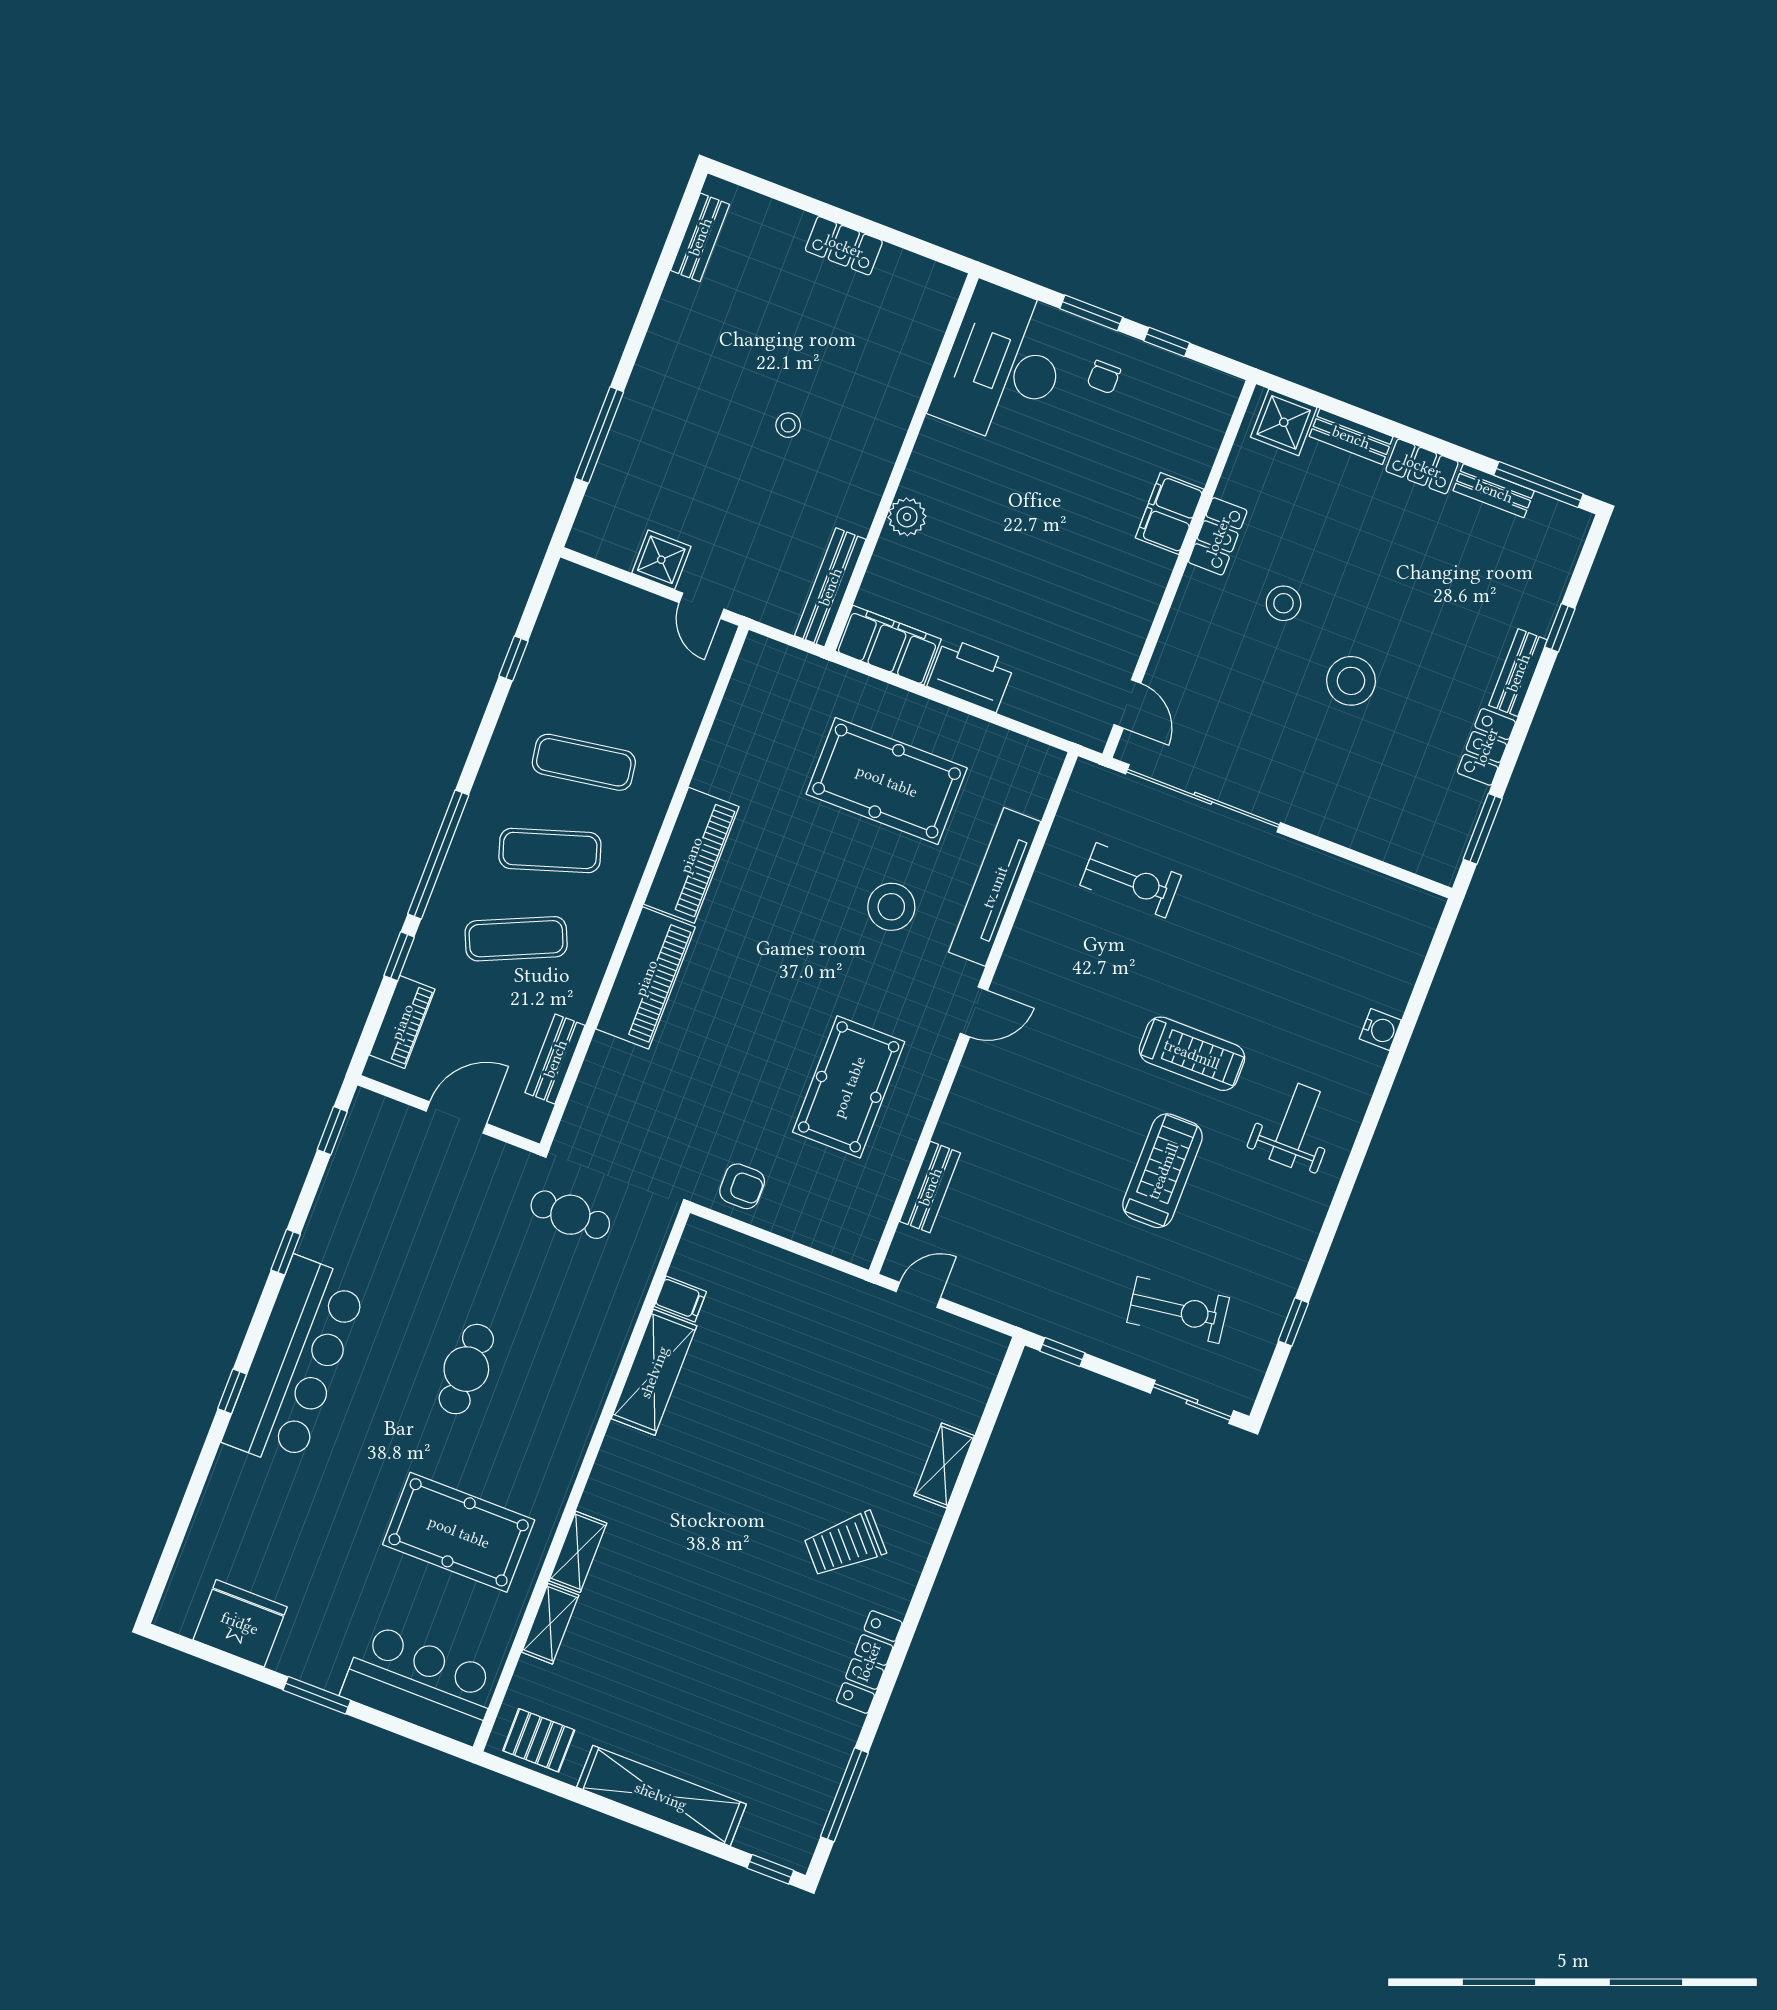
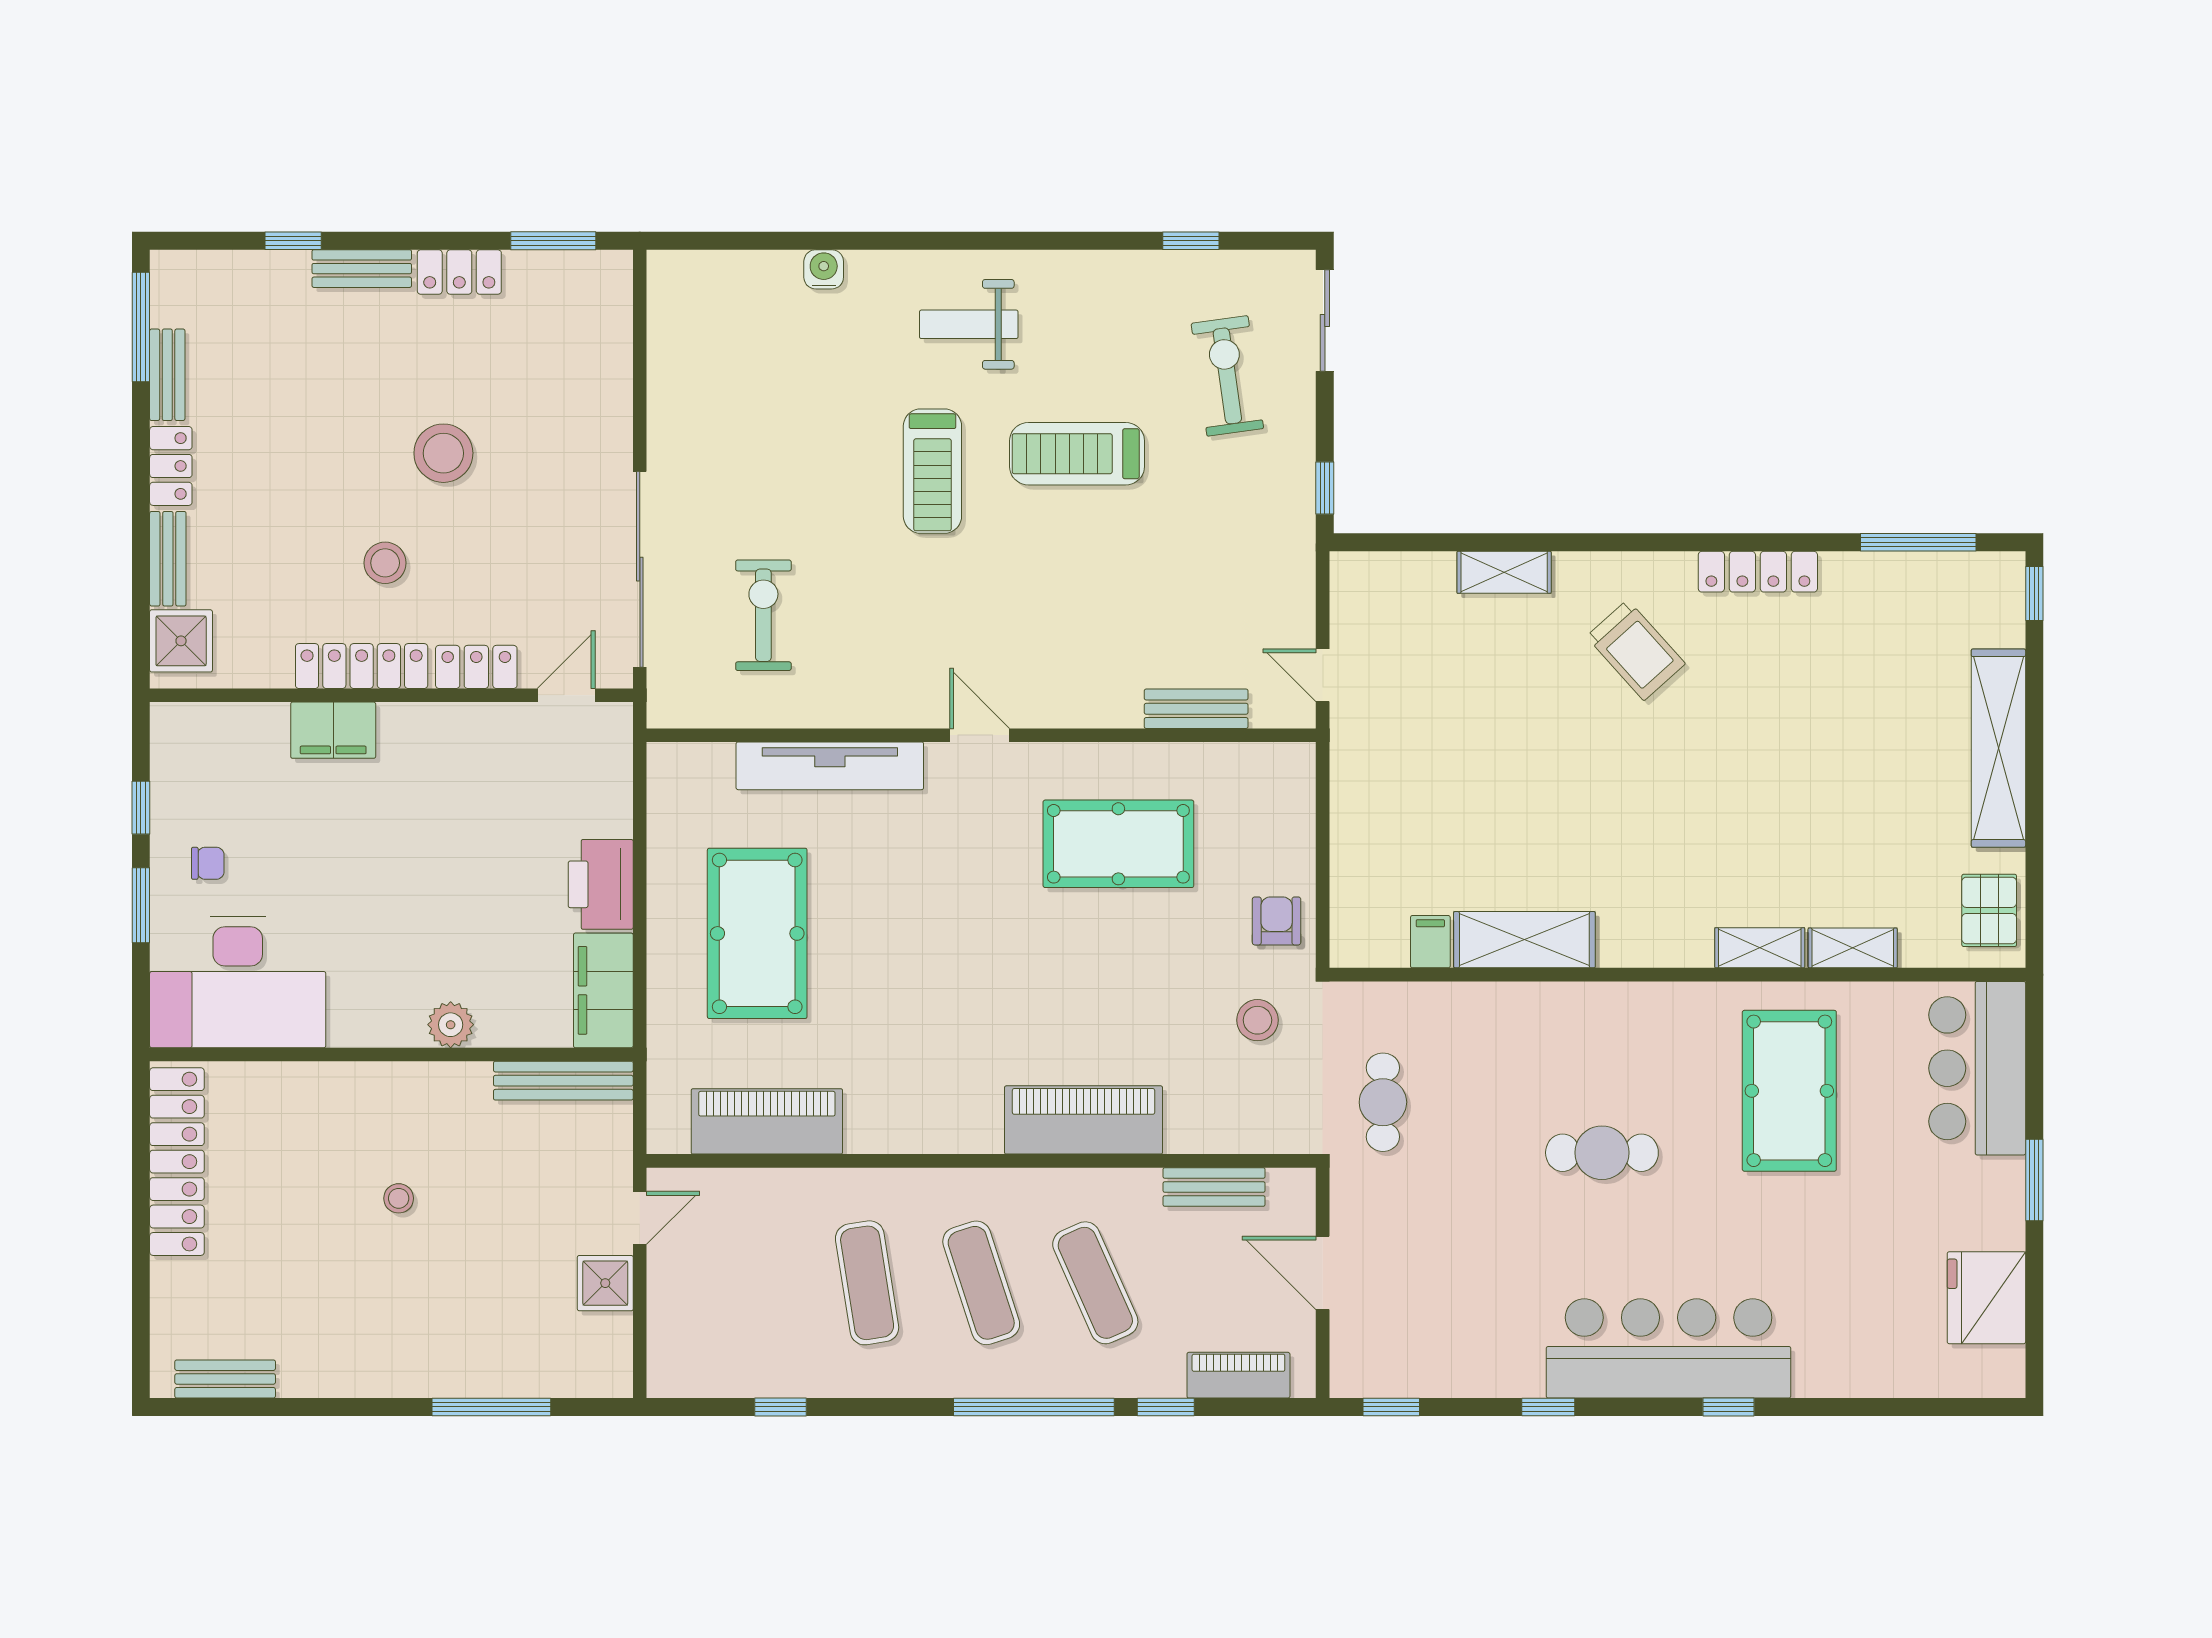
locker: (844, 246) -> (177, 1162), width x2.16, depth x1.21
locker: (1218, 536) -> (362, 666), width x1.53
locker: (1176, 643) -> (476, 667), added
piano: (691, 855) -> (767, 1121), moved
stool: (891, 907) -> (1257, 1020), moved, width x0.73, depth x0.73
treadmill: (1192, 1054) -> (932, 471), turned 180

